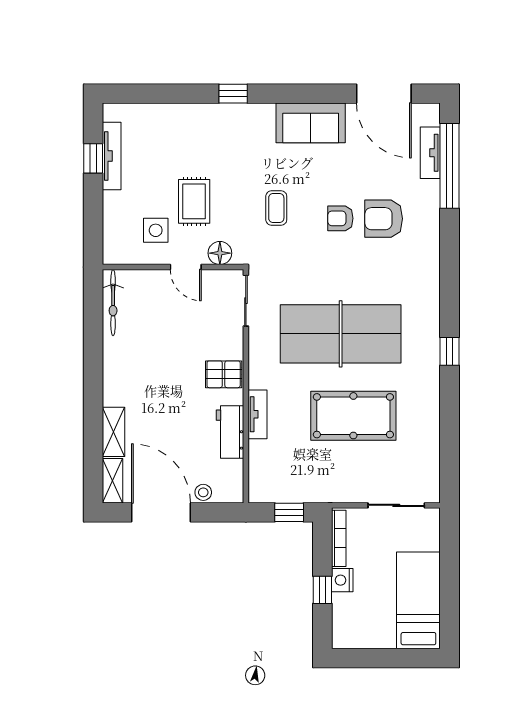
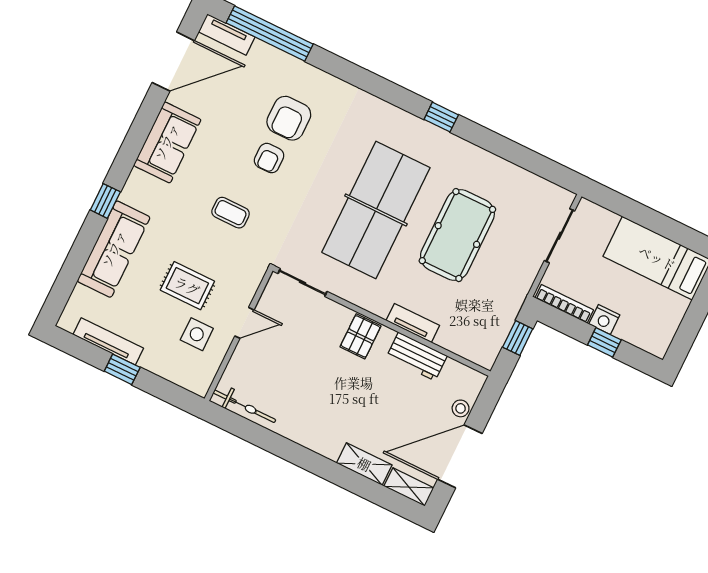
sofa: (195, 121) -> (114, 249), added
tv unit: (430, 153) -> (227, 34), moved
window: (93, 158) -> (122, 369), moved
floor lamp: (220, 253) -> (247, 285), removed

